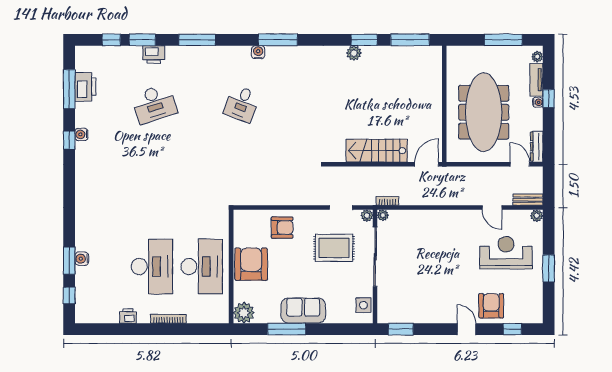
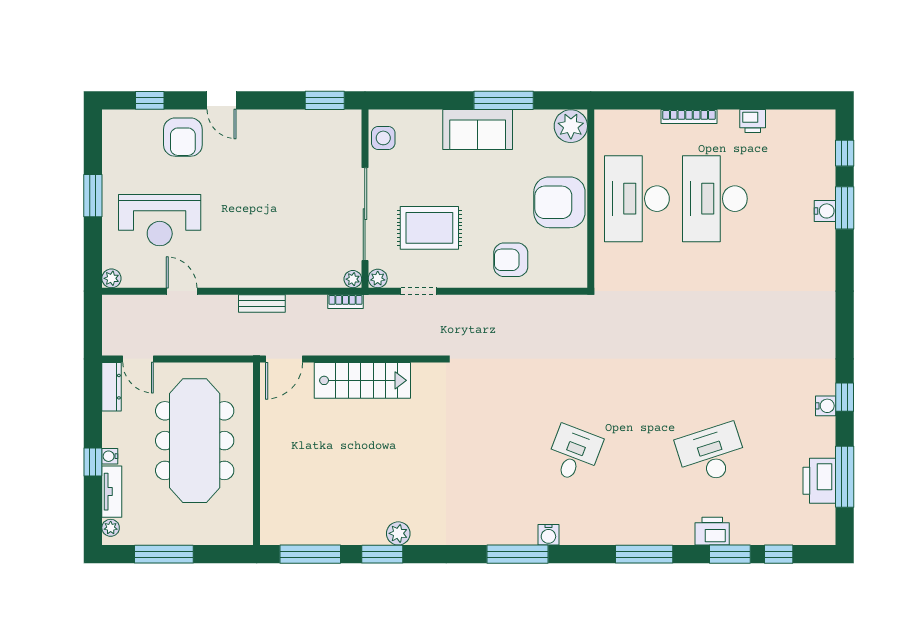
bench: (528, 200) -> (262, 303), moved
armchair: (251, 264) -> (559, 202), turned 90

